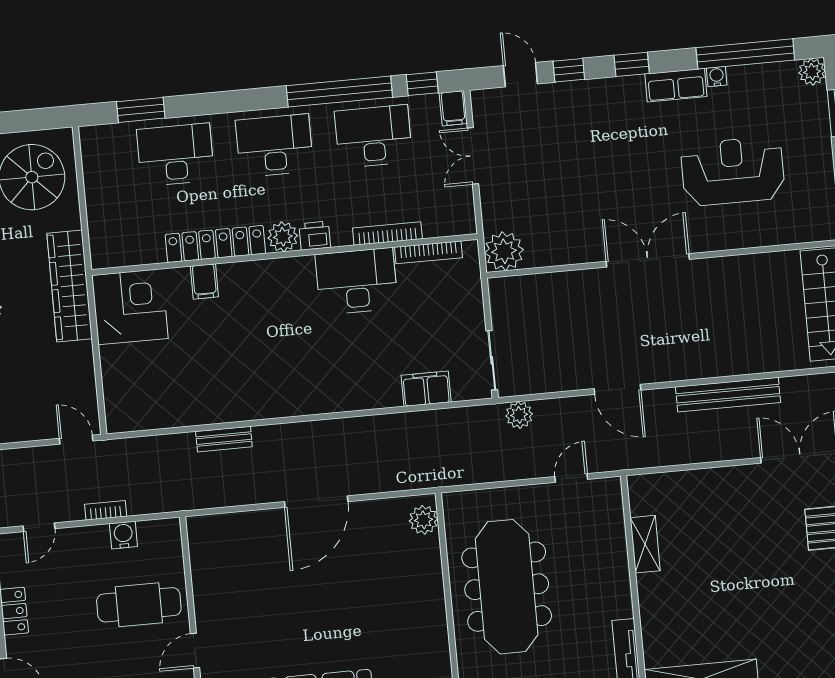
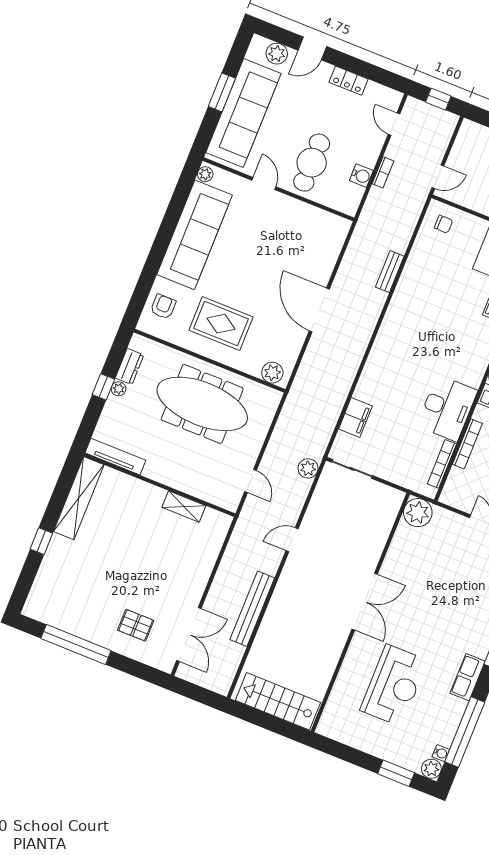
water cooler: (717, 76) -> (441, 753), moved
door: (617, 389) -> (292, 540), width x0.73
chair: (131, 403) -> (443, 224), added
rug: (395, 615) -> (221, 324), added

